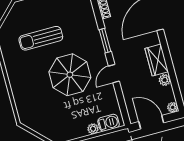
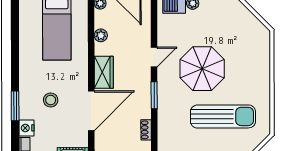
sun lounger: (41, 38) -> (223, 116), width x1.36, depth x1.34
wardrobe: (157, 60) -> (104, 72), moved

